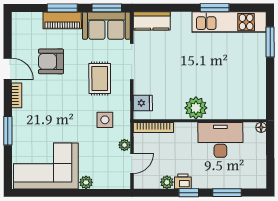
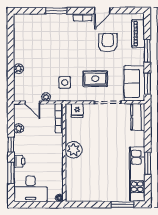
piano: (62, 20) -> (138, 34), moved
desk: (220, 140) -> (31, 189), moved, turned 90
corner sofa: (46, 166) -> (30, 39), removed
printer: (183, 181) -> (19, 161), moved

